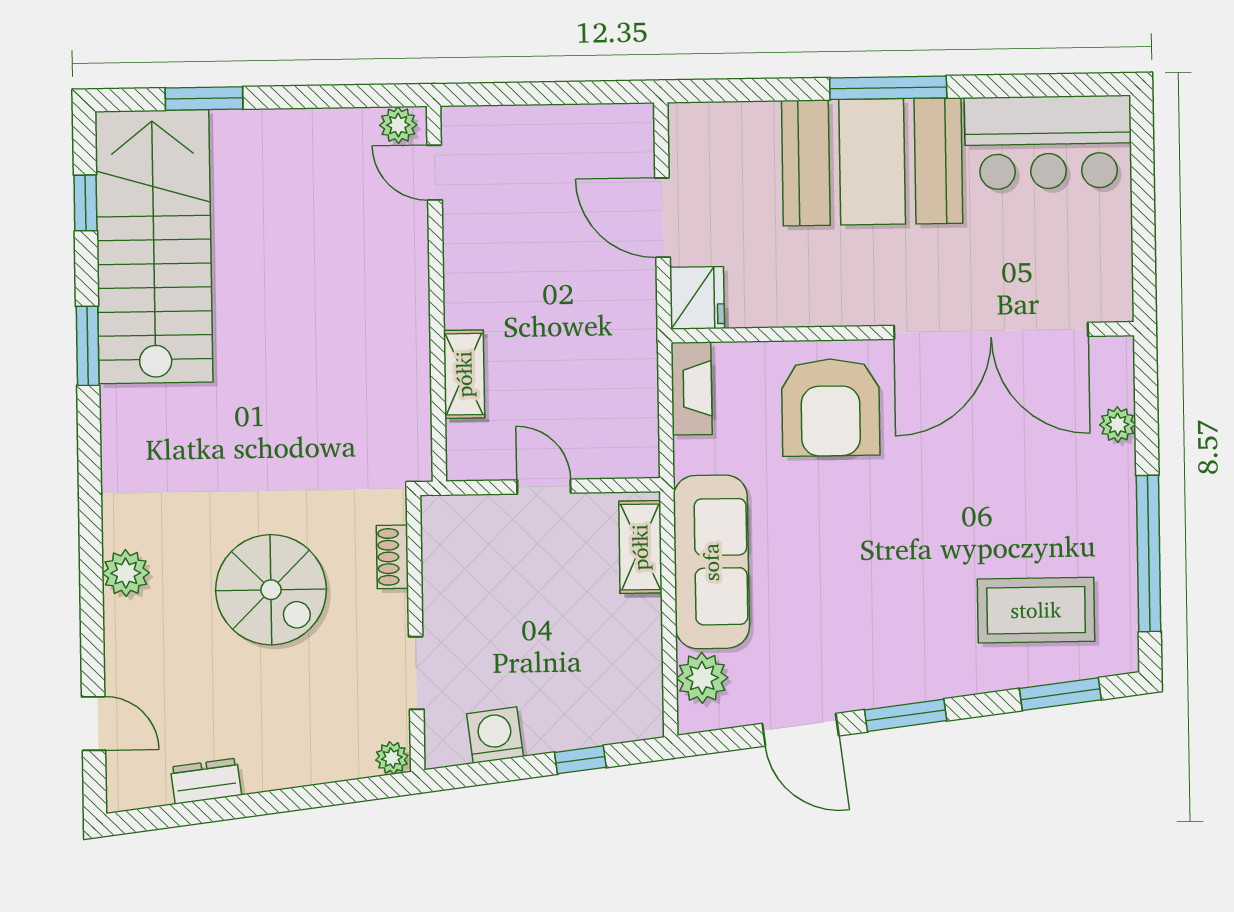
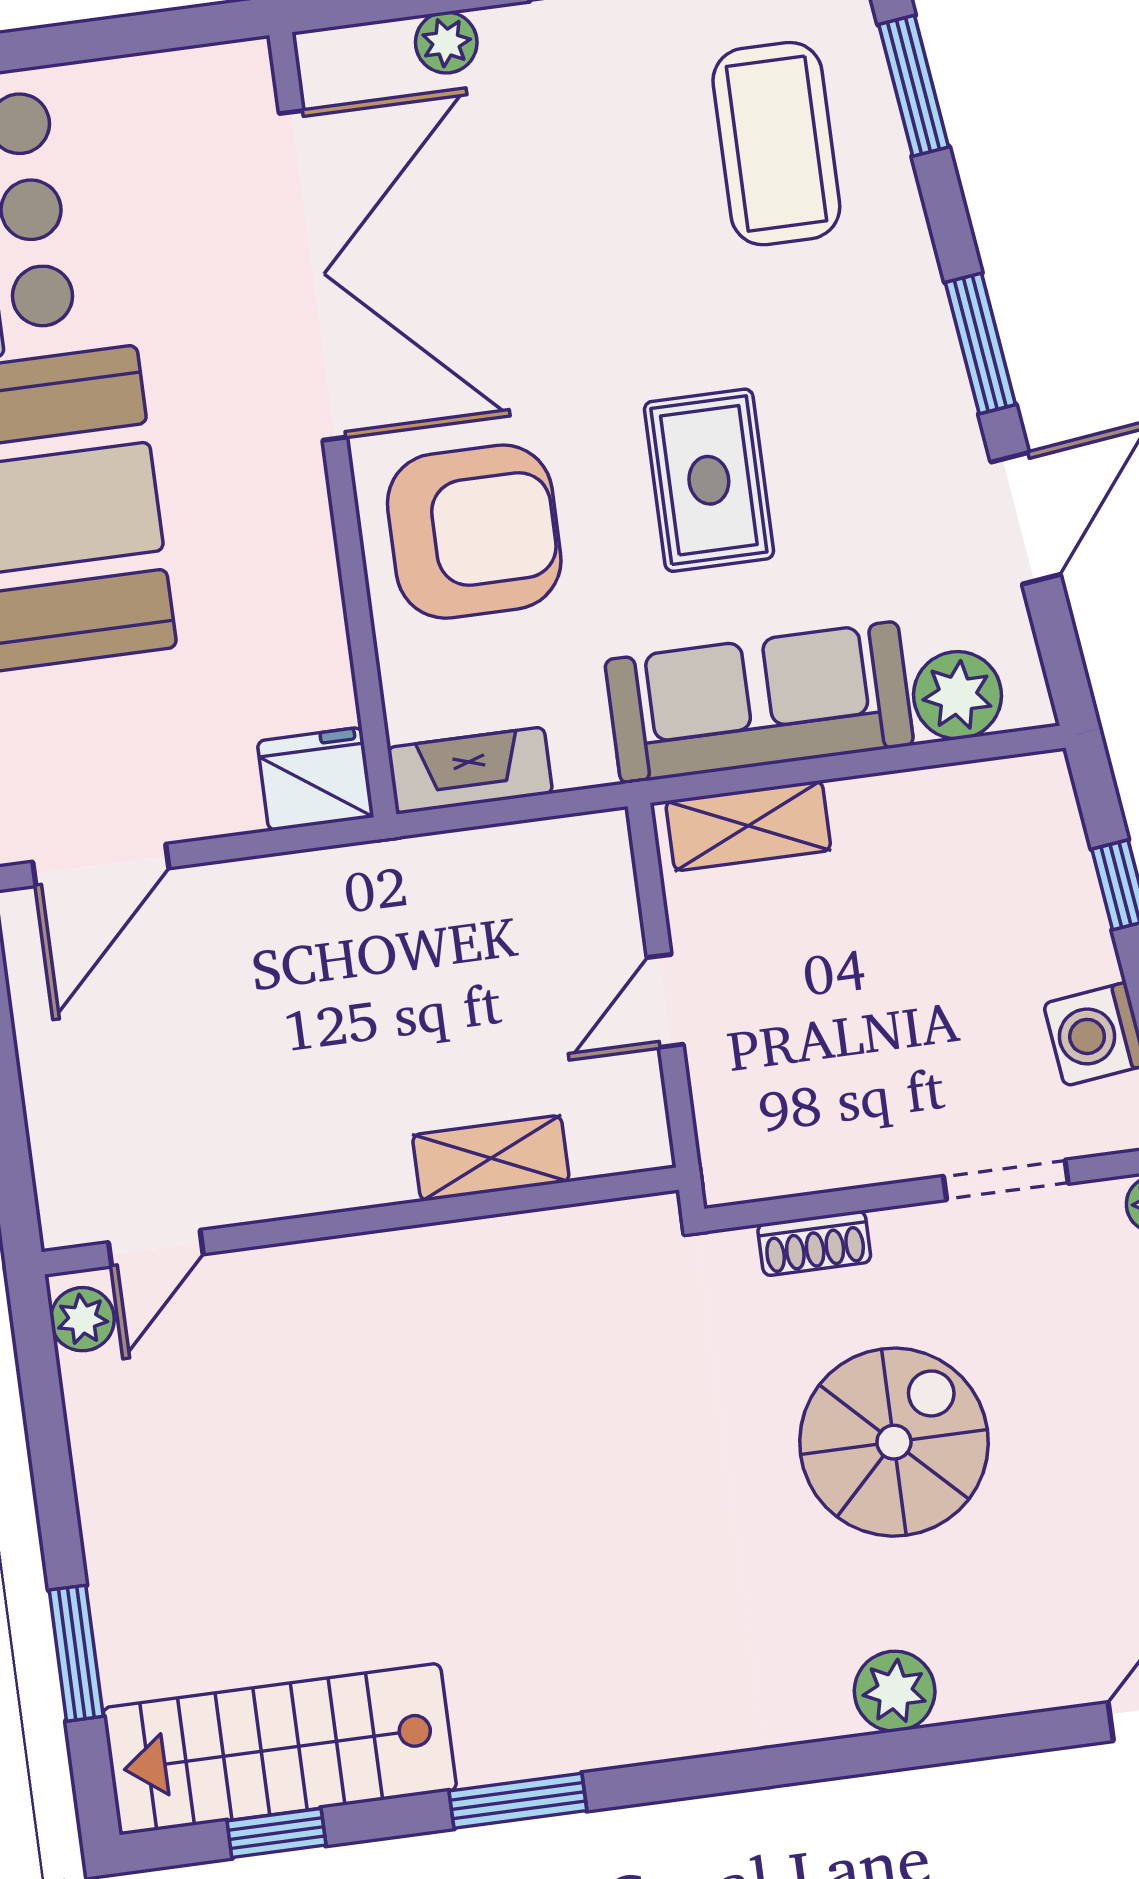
door: (663, 218) -> (101, 865), moved
stairs: (154, 247) -> (280, 1749), width x0.73, depth x0.66
rug: (844, 548) -> (709, 480), added

